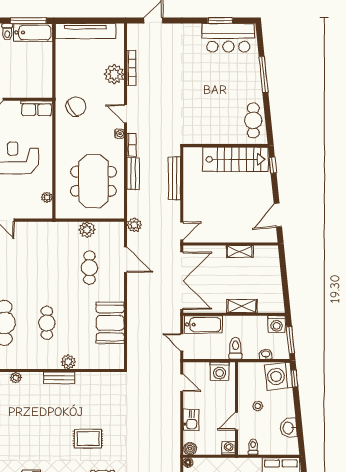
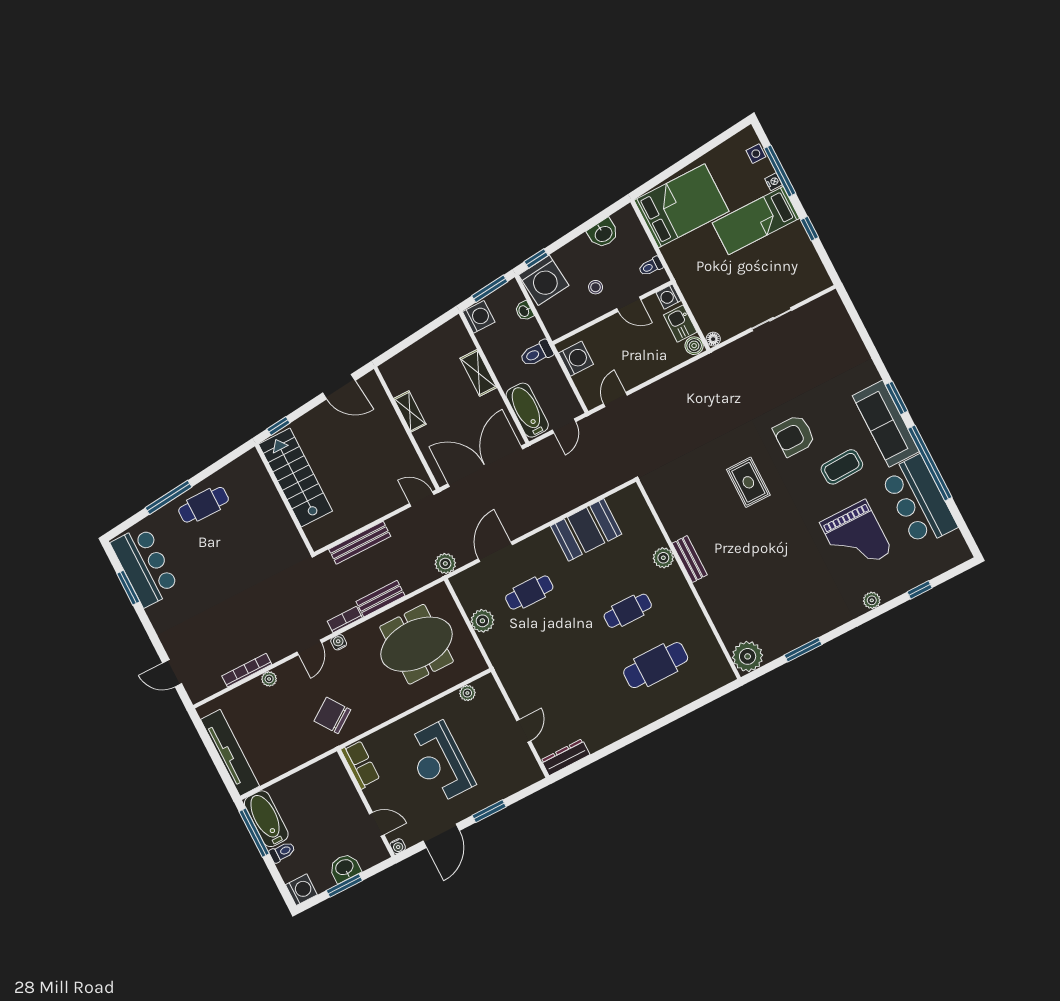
plant: (114, 74) -> (269, 679), width x0.53, depth x0.53
cafe table: (253, 120) -> (204, 505), moved
plant: (16, 378) -> (718, 614), removed
kitchen sink: (191, 420) -> (680, 324), moved, turned -90

